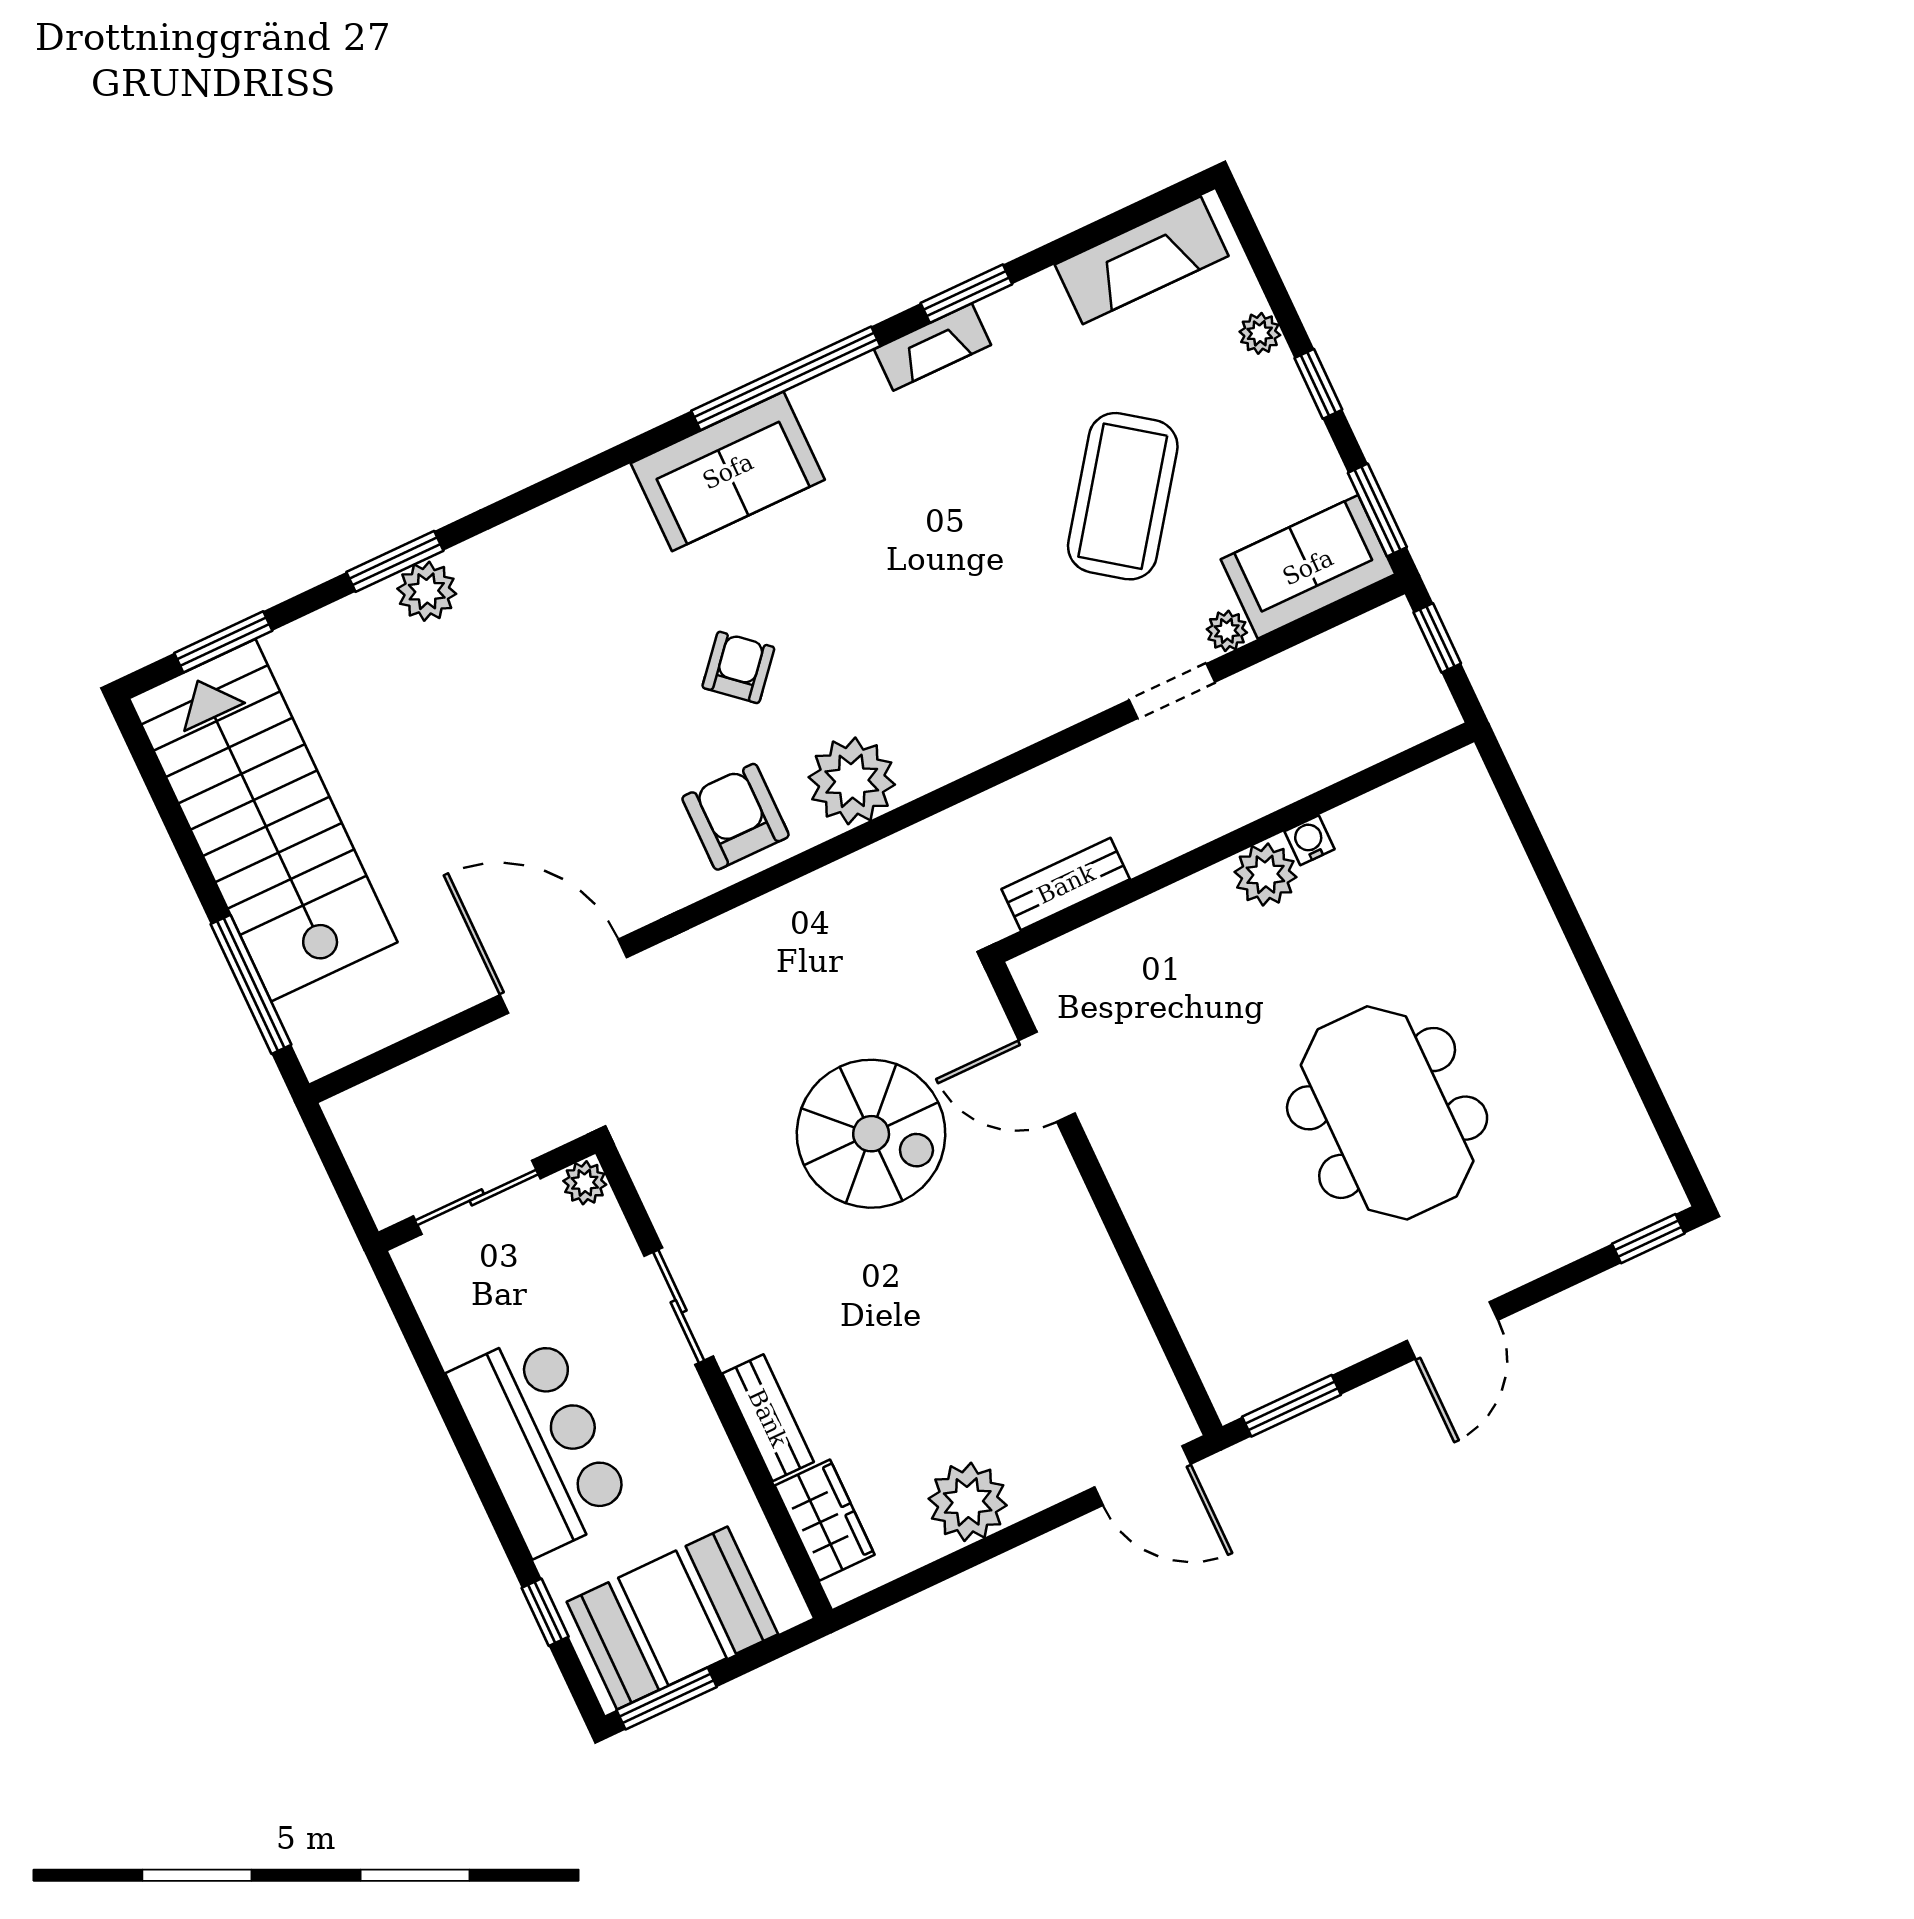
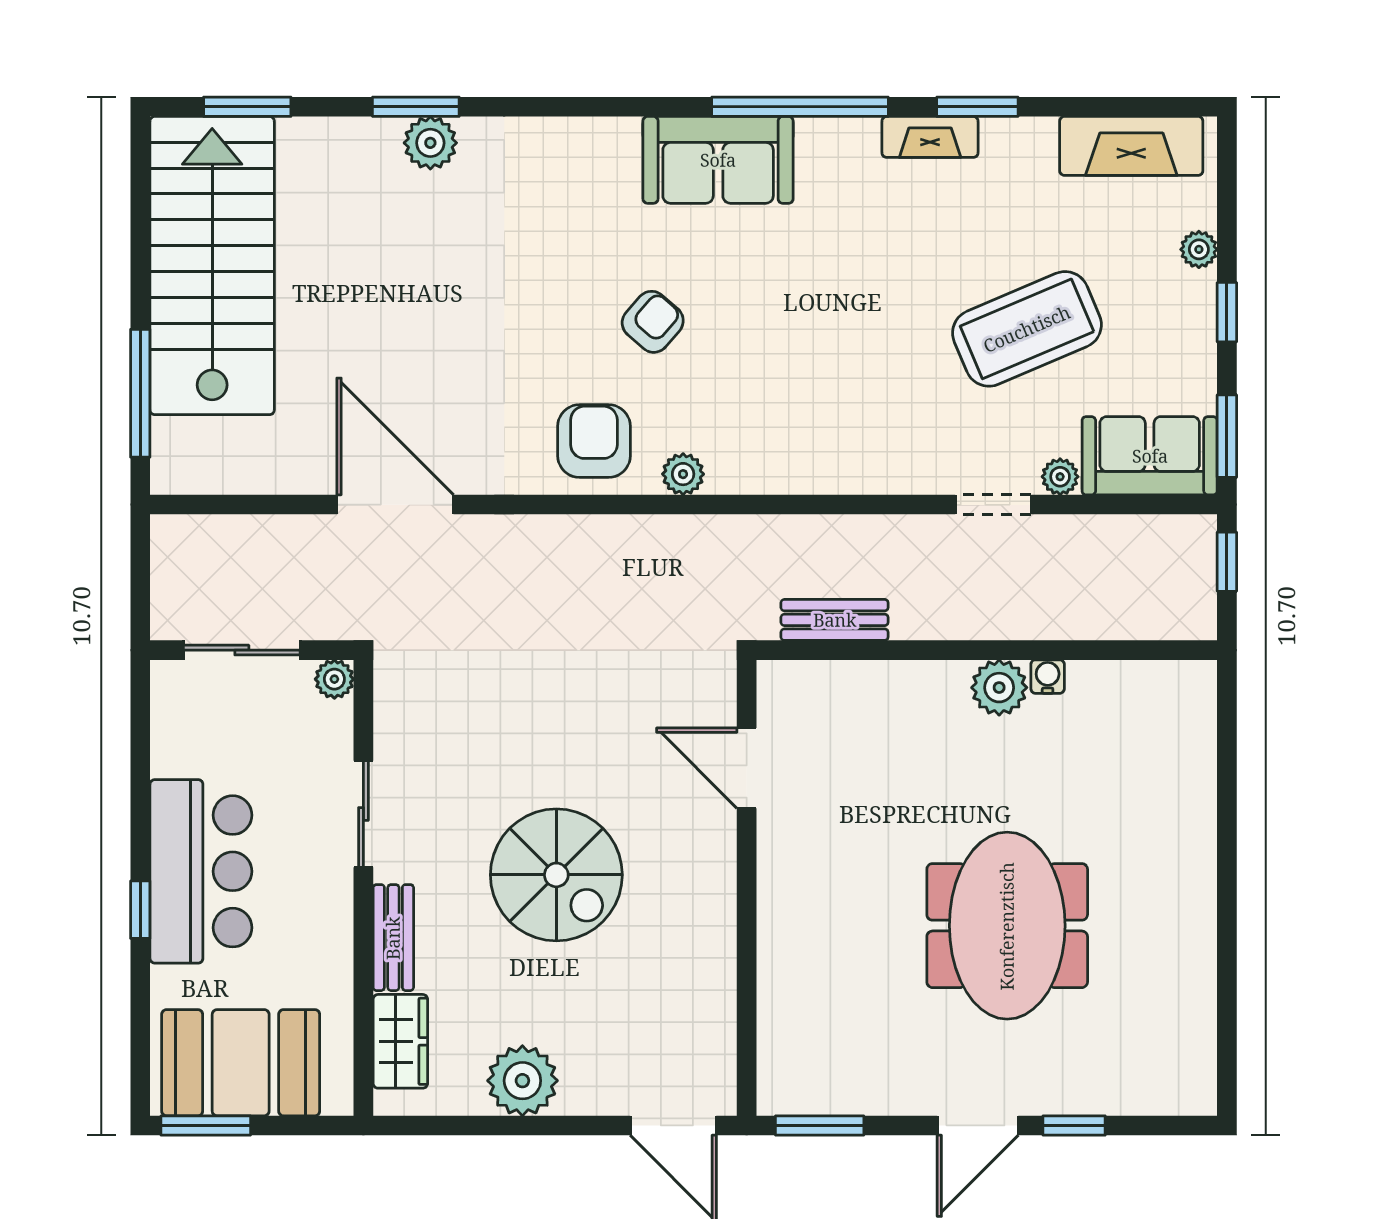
coffee table: (1123, 496) -> (1027, 329), turned 31
plant: (852, 781) -> (683, 474), width x0.53, depth x0.53
spiral stairs: (871, 1134) -> (556, 875), moved
window: (1648, 1239) -> (1074, 1125), moved
window: (545, 1612) -> (140, 910), moved

